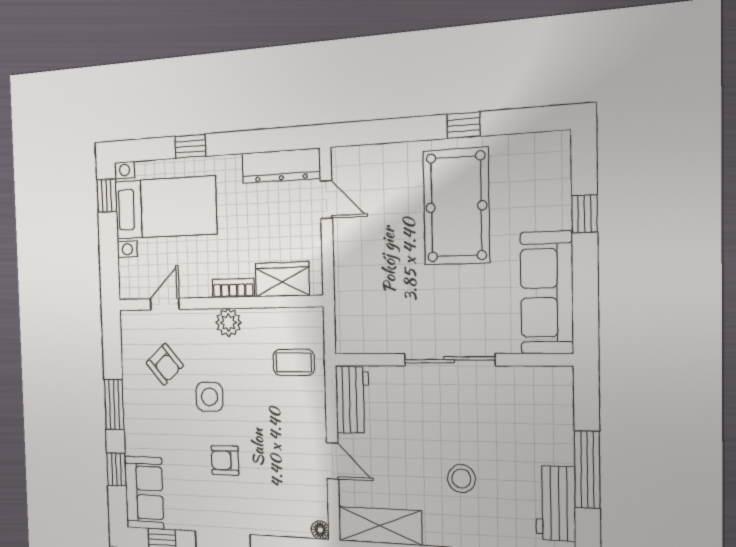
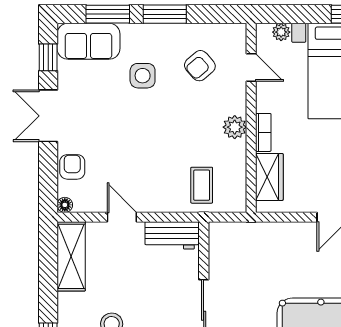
plant: (127, 270) -> (281, 32), added
side table: (209, 397) -> (143, 76), moved
armchair: (225, 460) -> (72, 167), moved
door: (333, 461) -> (122, 217), swing flipped
window: (116, 469) -> (108, 14), width x1.50

